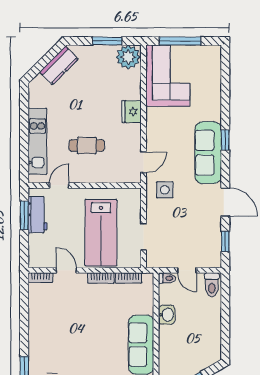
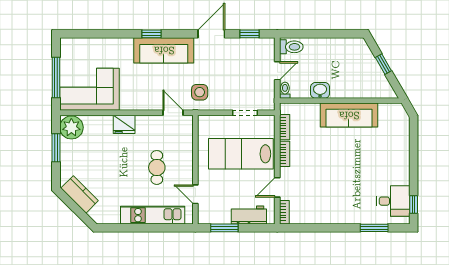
workbench: (38, 215) -> (249, 215), moved
lab bench: (101, 233) -> (241, 154), turned 180

